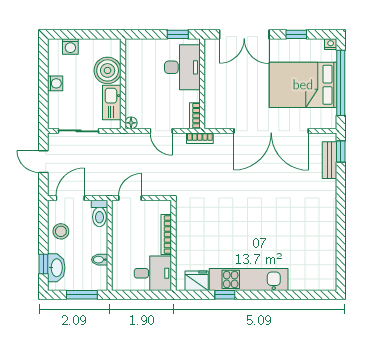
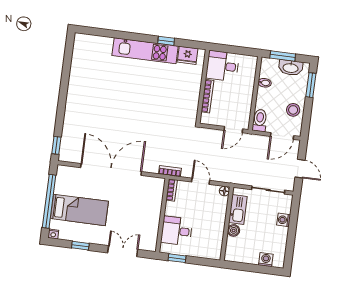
double door: (244, 34) -> (123, 251), width x0.73
desk: (182, 67) -> (177, 231), width x0.73
boiler: (108, 70) -> (234, 230), width x0.54, depth x0.54
washing machine: (55, 83) -> (284, 220), moved
bed: (303, 85) -> (79, 210), width x0.67
bench: (329, 160) -> (66, 140), removed
window: (43, 264) -> (311, 85), width x1.50
washbasin: (56, 268) -> (291, 68), moved, turned -90

